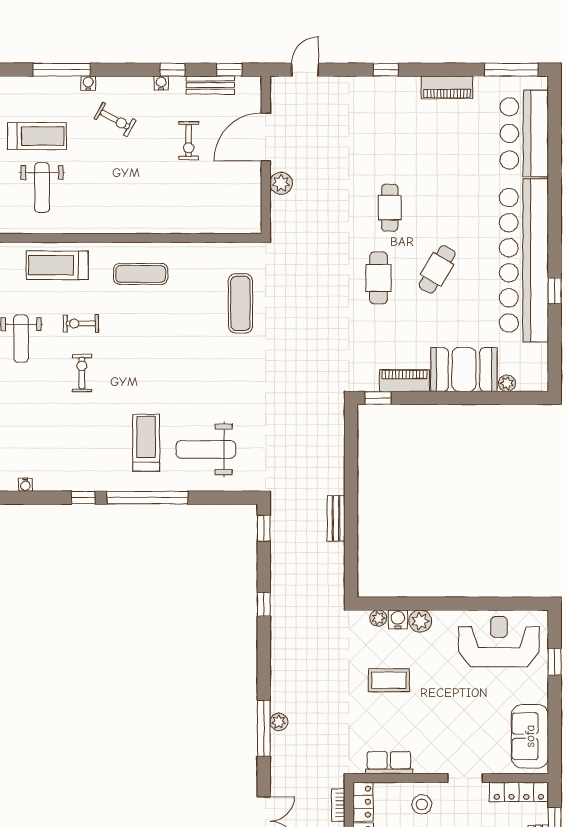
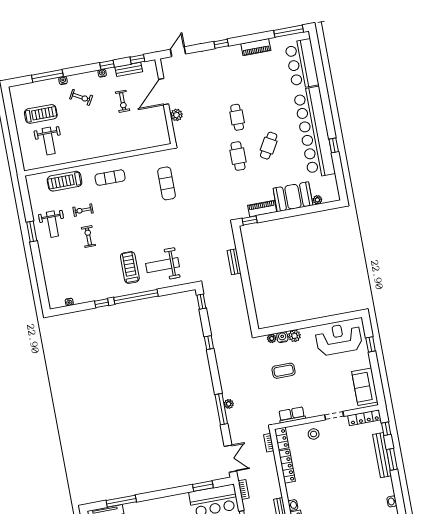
bench: (336, 518) -> (234, 262), moved

